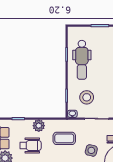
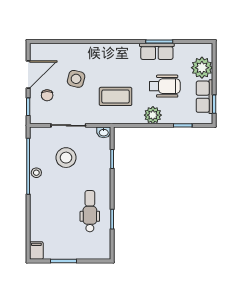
dental chair: (82, 60) -> (90, 211), width x0.73, depth x0.72
stool: (87, 97) -> (66, 158), moved
wheelchair: (31, 145) -> (165, 86), turned 180

